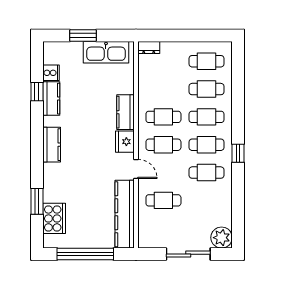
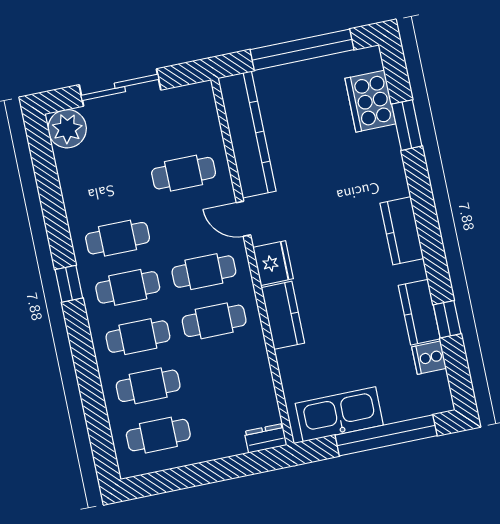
window: (83, 35) -> (386, 435), width x2.11

